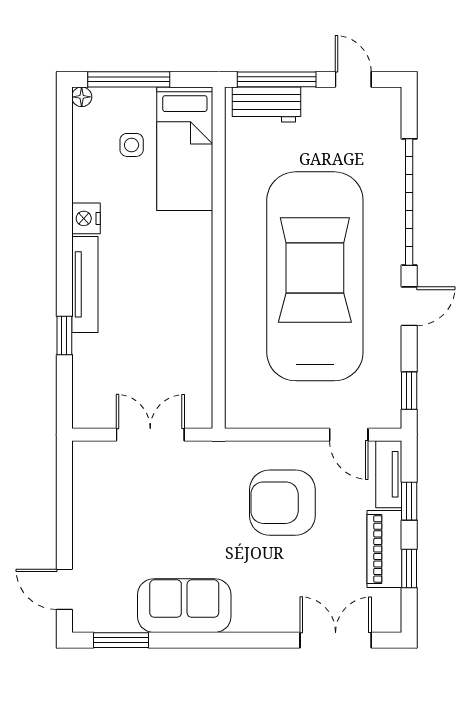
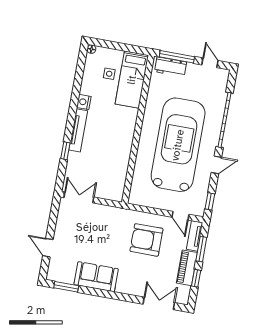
window: (129, 79) -> (113, 45), removed
double door: (150, 435) -> (79, 197), moved
window: (409, 501) -> (201, 249), width x1.50
door: (64, 589) -> (48, 248), moved

